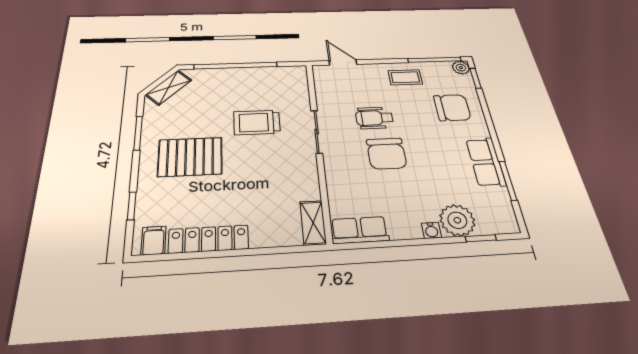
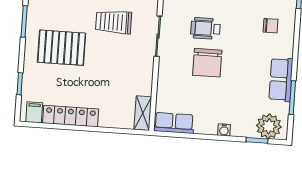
chair: (452, 108) -> (270, 26), width x0.54, depth x0.54
plant: (457, 220) -> (269, 126), moved

